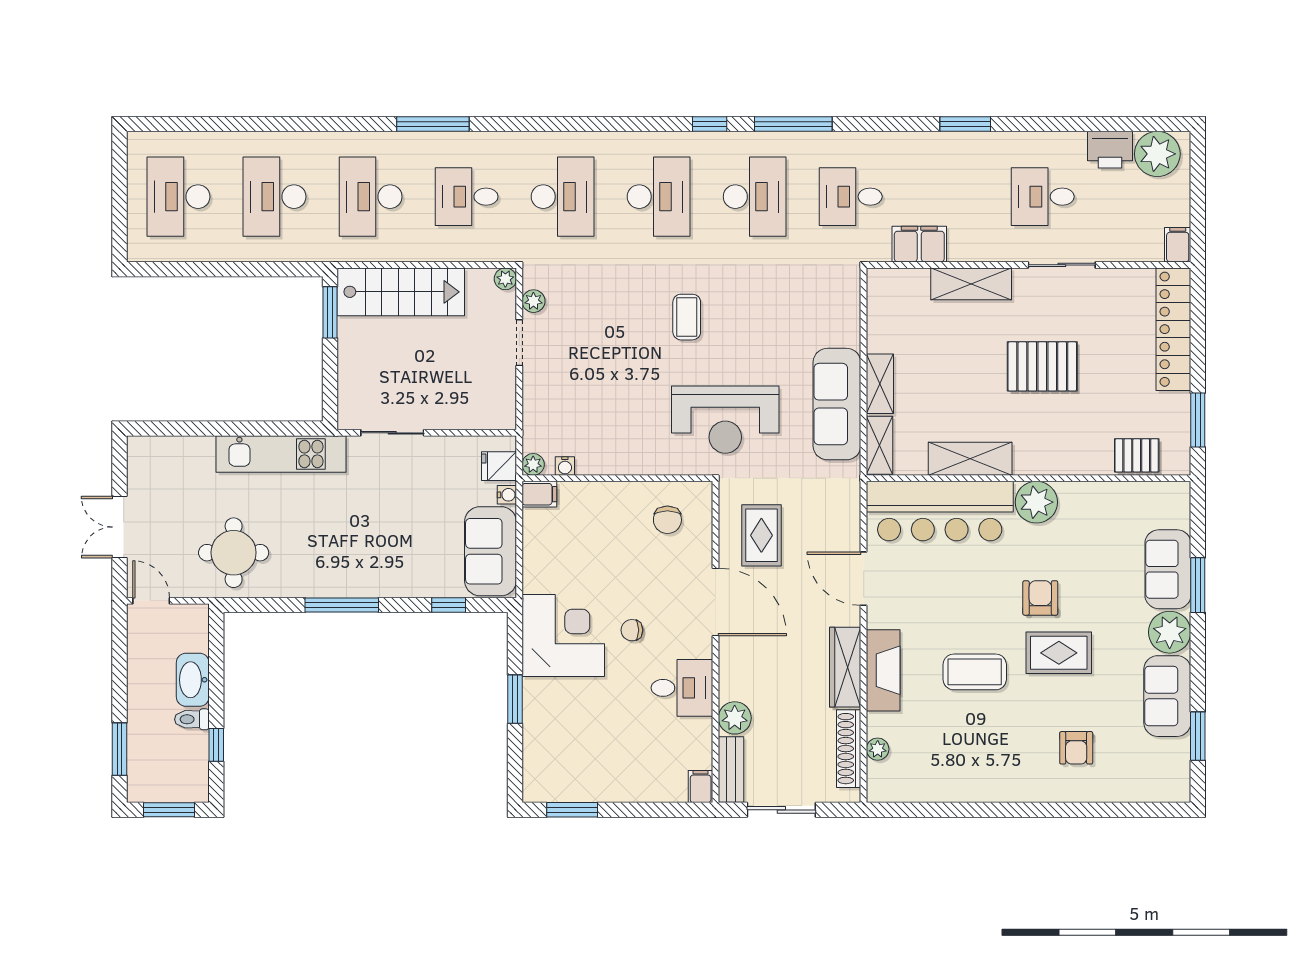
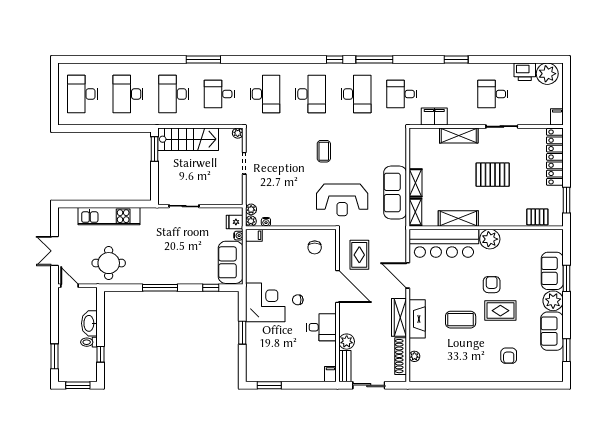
plant: (533, 301) -> (251, 209), moved
kitchen unit: (281, 454) -> (109, 216), moved

